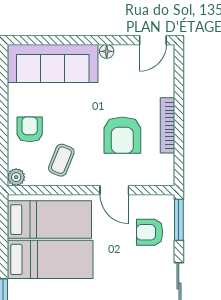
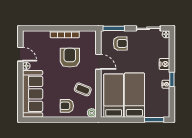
door: (153, 40) -> (20, 54), moved
armchair: (122, 135) -> (70, 58), turned -90
door: (114, 190) -> (98, 62), hinge flipped
armchair: (150, 232) -> (120, 44), turned -91

